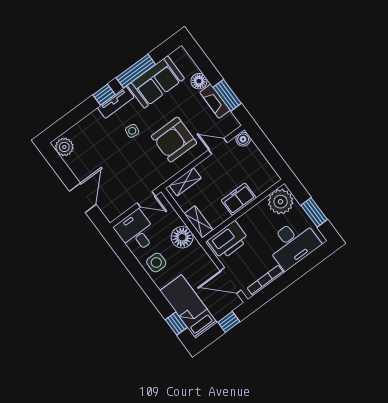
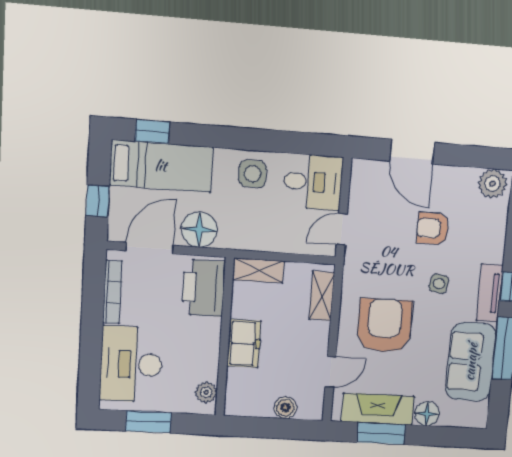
fireplace: (215, 101) -> (378, 409), width x1.37, depth x1.32
boiler: (243, 139) -> (285, 408), moved
armchair: (109, 157) -> (433, 228), added
plant: (281, 202) -> (206, 392), width x0.53, depth x0.53
floor lamp: (182, 237) -> (199, 230), moved

